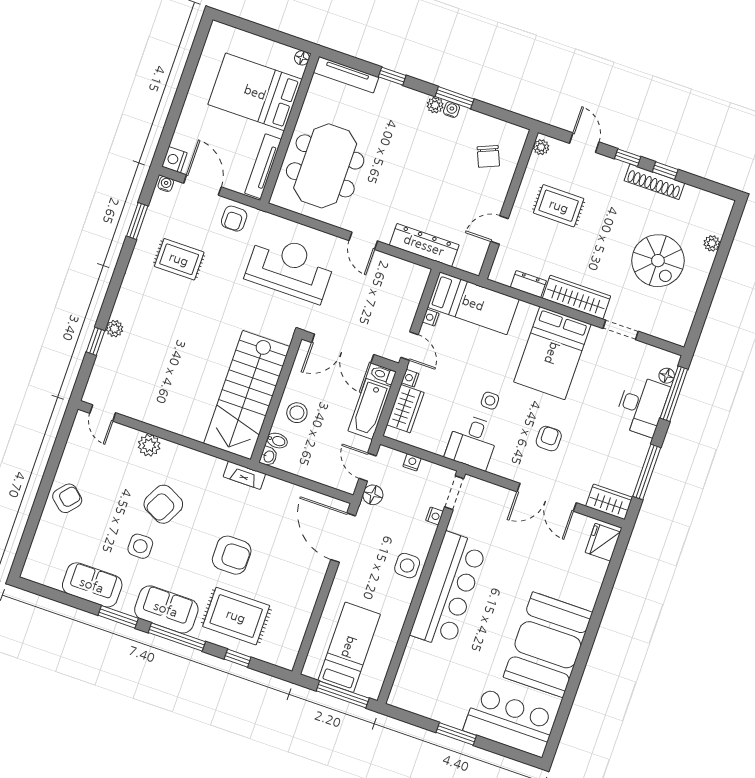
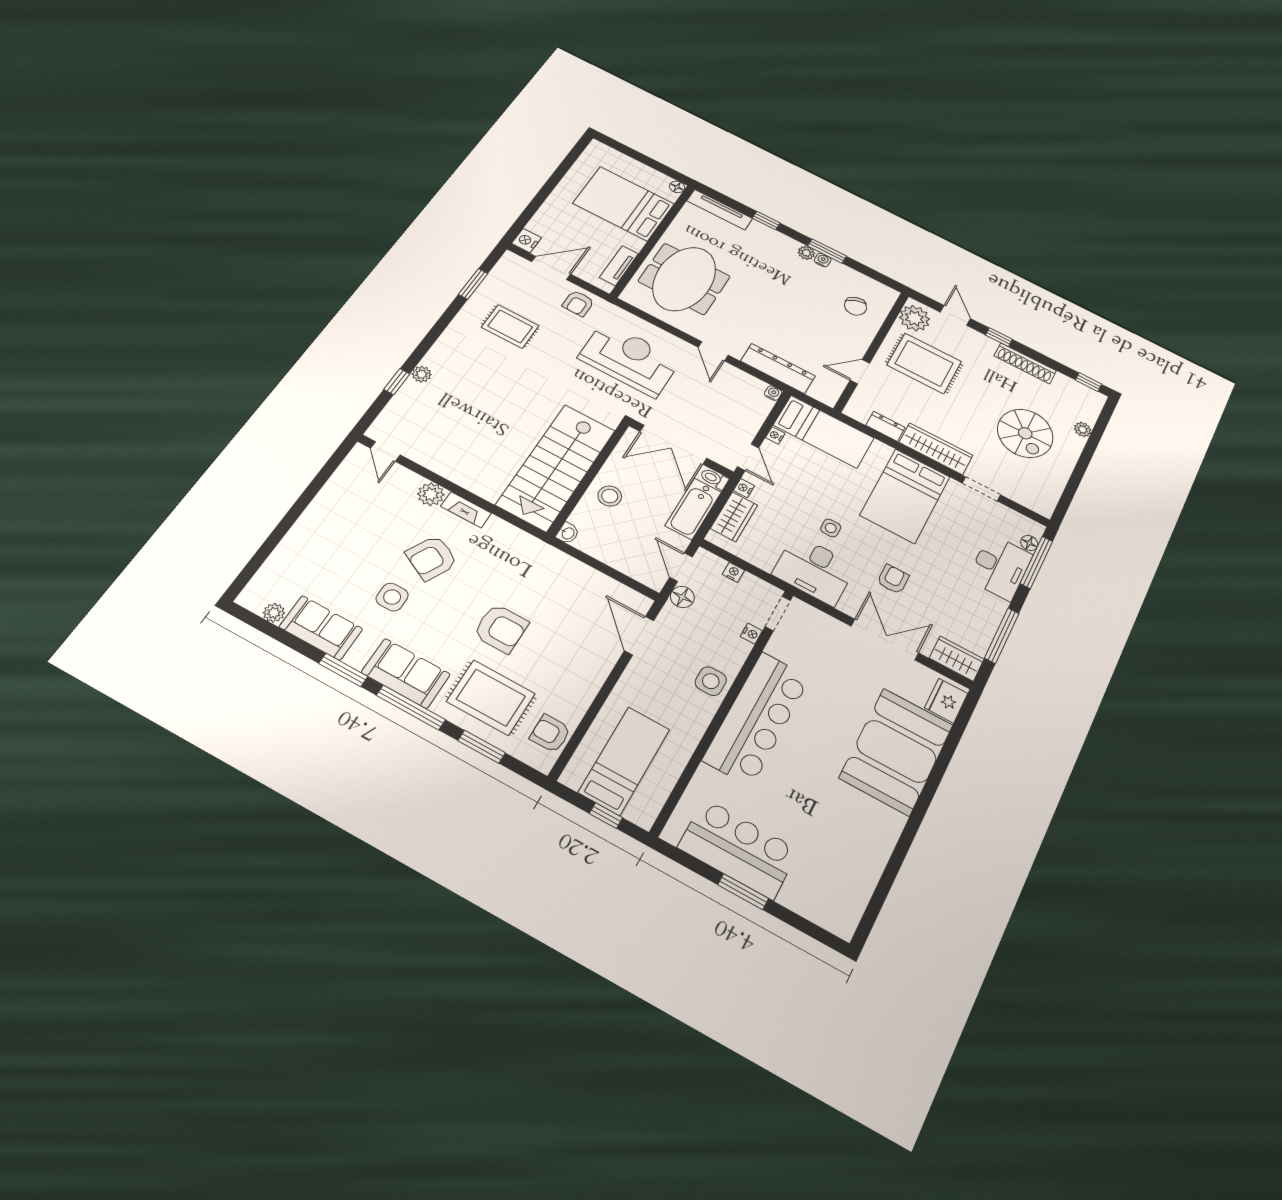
plant: (541, 147) -> (914, 318), width x1.88, depth x1.88
tv unit: (263, 166) -> (619, 266), width x0.71
window: (665, 171) -> (1089, 382), moved
water cooler: (166, 184) -> (773, 393), moved
door: (202, 185) -> (551, 268), hinge flipped
rug: (559, 206) -> (924, 363), width x1.36, depth x1.43
bidet: (277, 441) -> (581, 519), removed
desk: (472, 442) -> (814, 570), width x1.37
fireplace: (244, 475) -> (466, 510), moved
double door: (547, 497) -> (885, 640), swing flipped
armchair: (67, 498) -> (550, 734), moved, turned -131
door: (343, 538) -> (639, 636), width x0.73
plant: (53, 580) -> (274, 613), added
booth: (548, 645) -> (896, 751), moved
window: (238, 658) -> (482, 747), width x1.50
window: (343, 695) -> (606, 816), width x0.46
bar counter: (510, 722) -> (738, 849), moved

